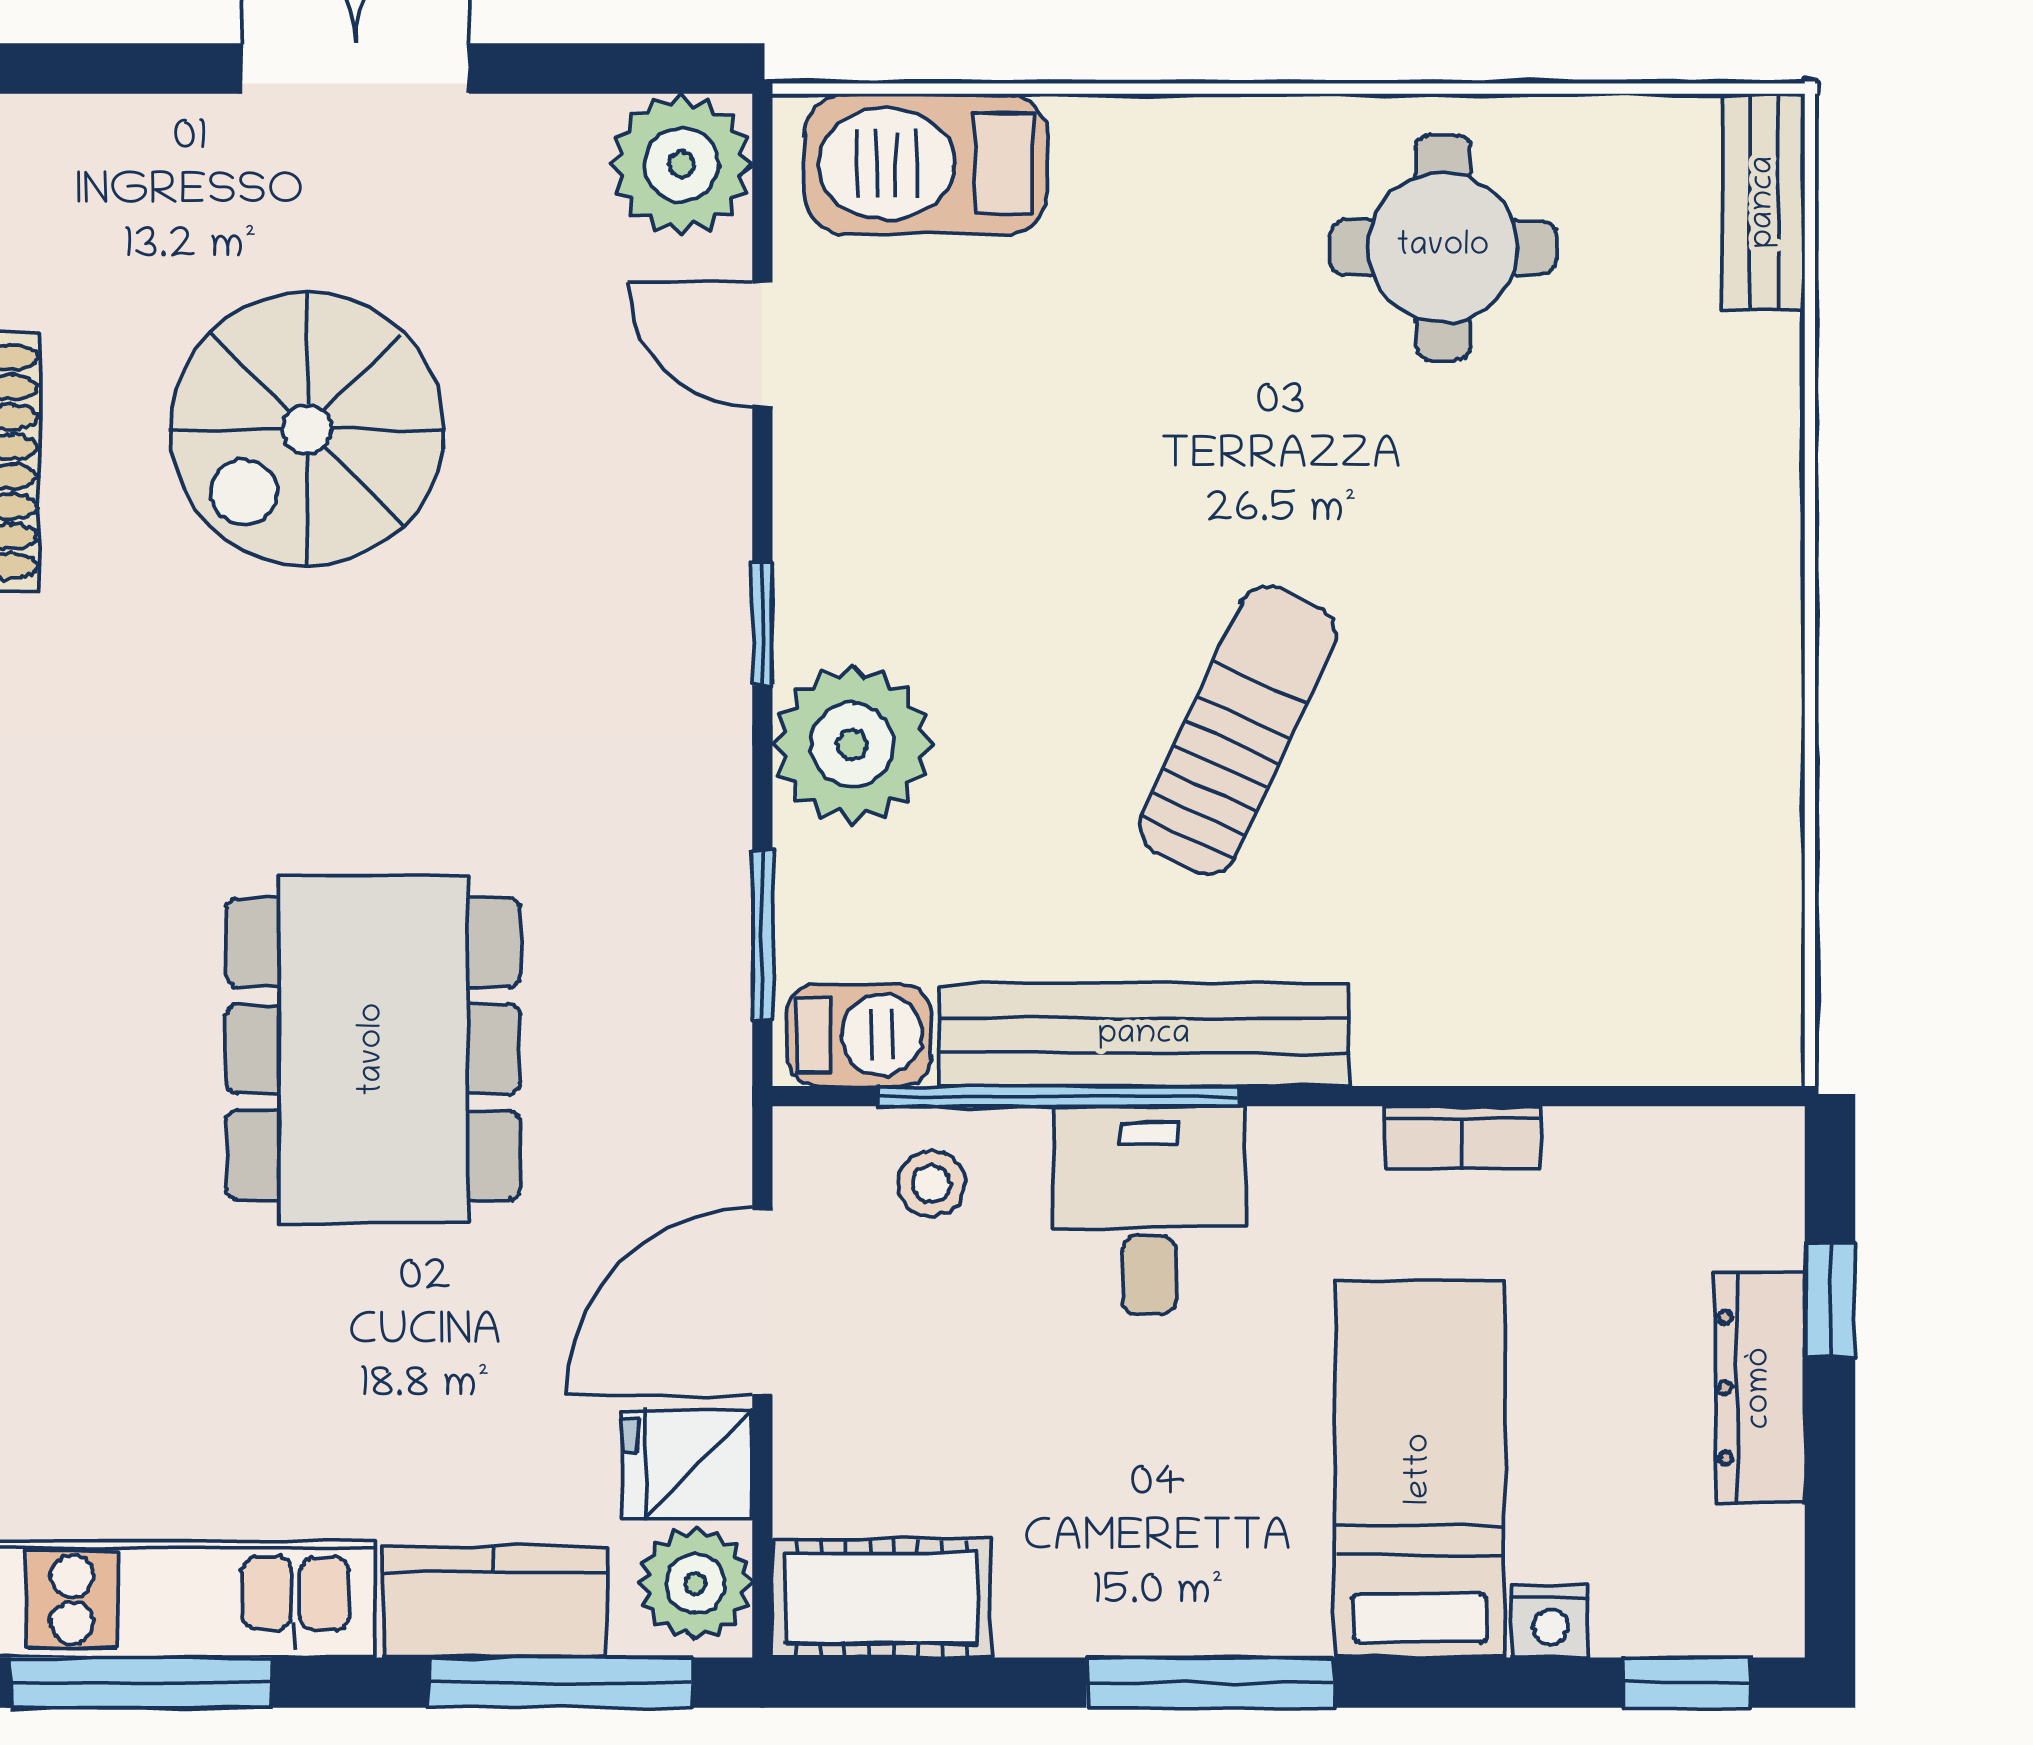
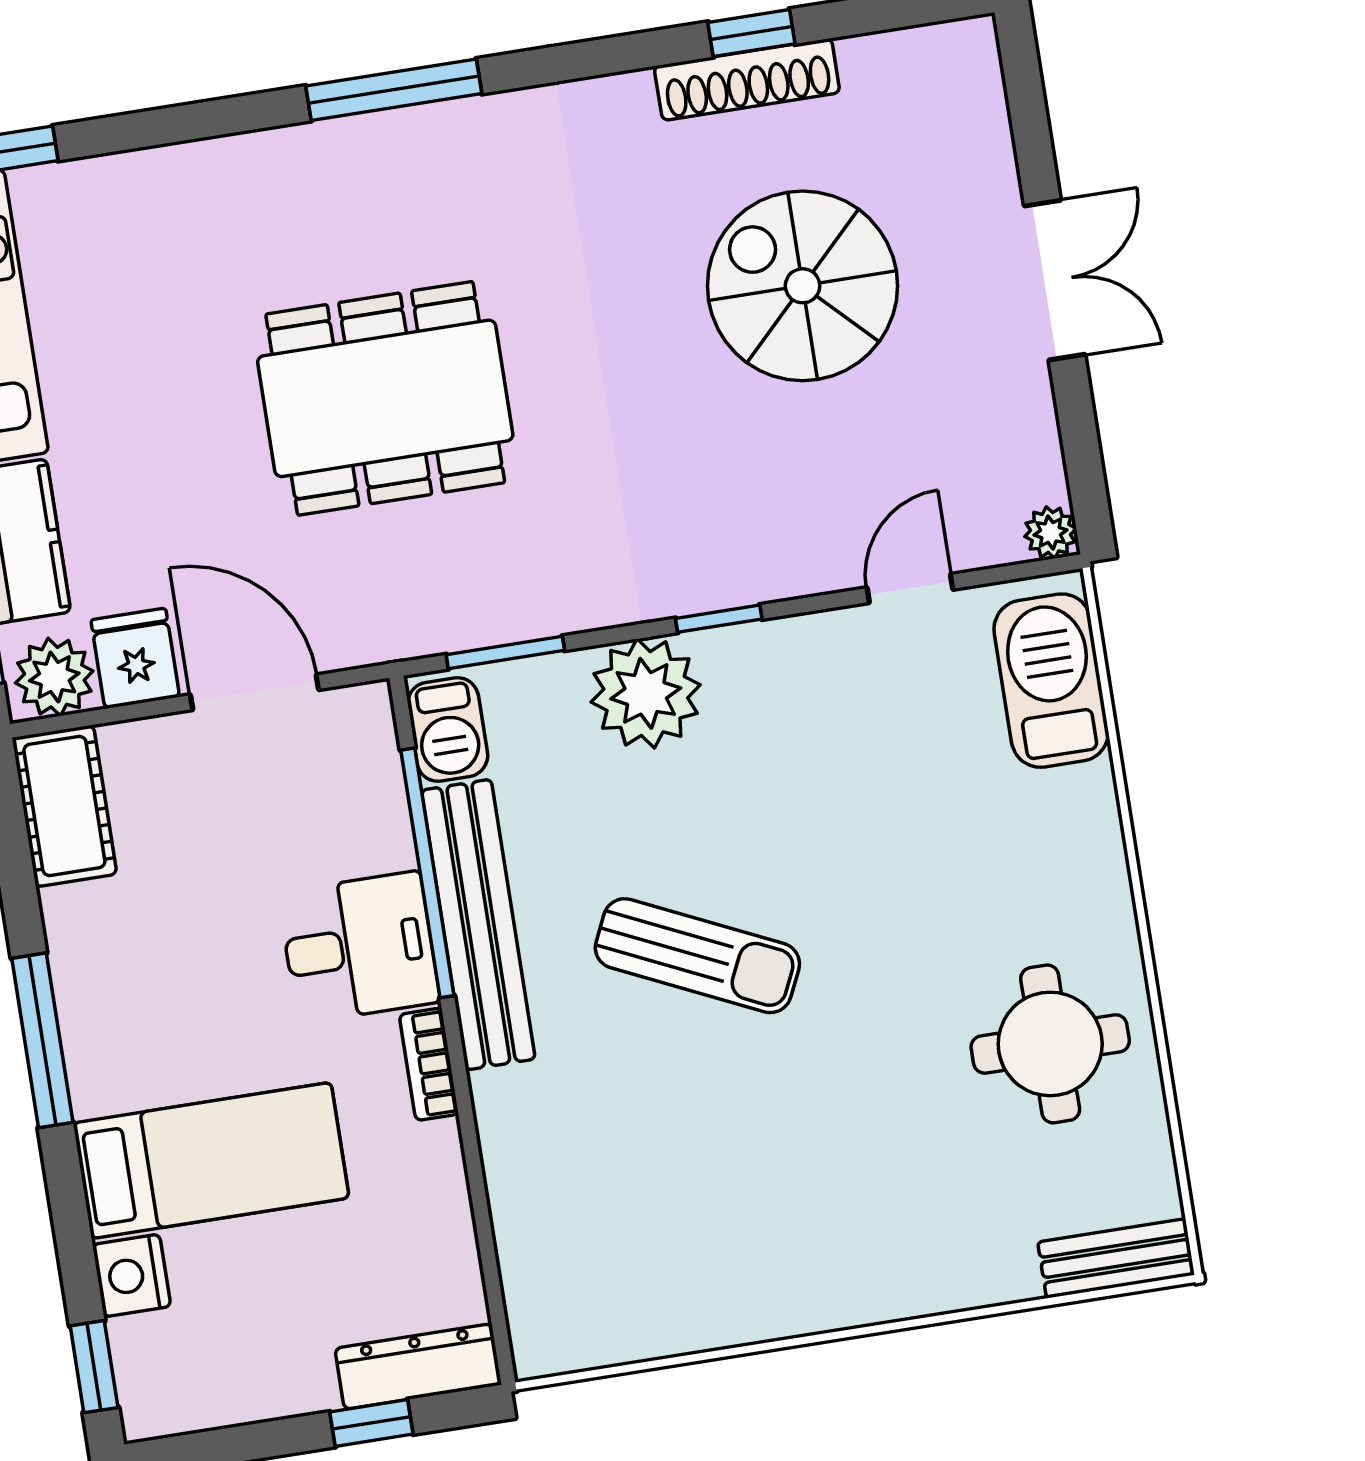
plant: (681, 165) -> (1050, 533), width x0.53, depth x0.53
bookcase: (1463, 1137) -> (429, 1064), moved
stool: (931, 1184) -> (353, 795), removed
dresser: (1760, 1388) -> (418, 1367), moved
nightstand: (1551, 1621) -> (132, 1276), width x1.39, depth x1.35

